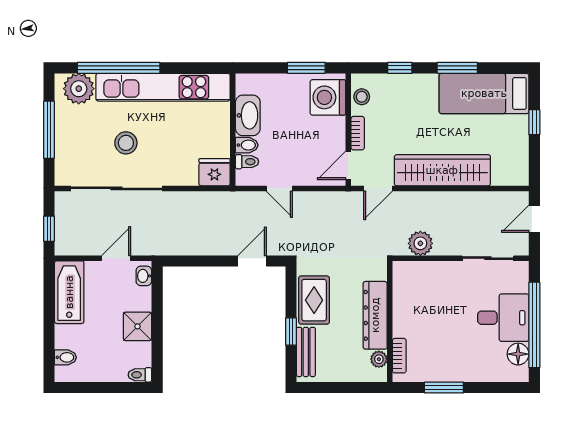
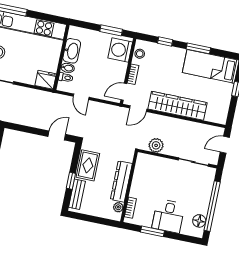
desk: (503, 318) -> (168, 216), moved, turned 90

